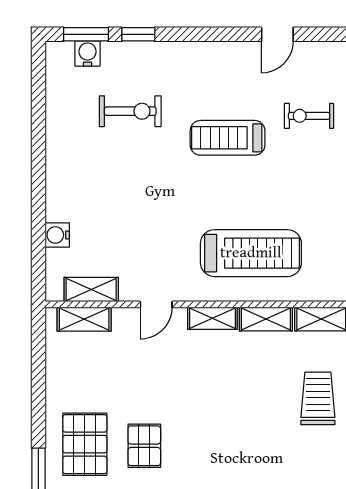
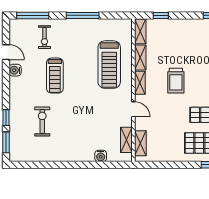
water cooler: (87, 54) -> (15, 70), moved
treadmill: (251, 253) -> (109, 65), turned 180
trolley: (318, 398) -> (176, 81), moved, turned -90

